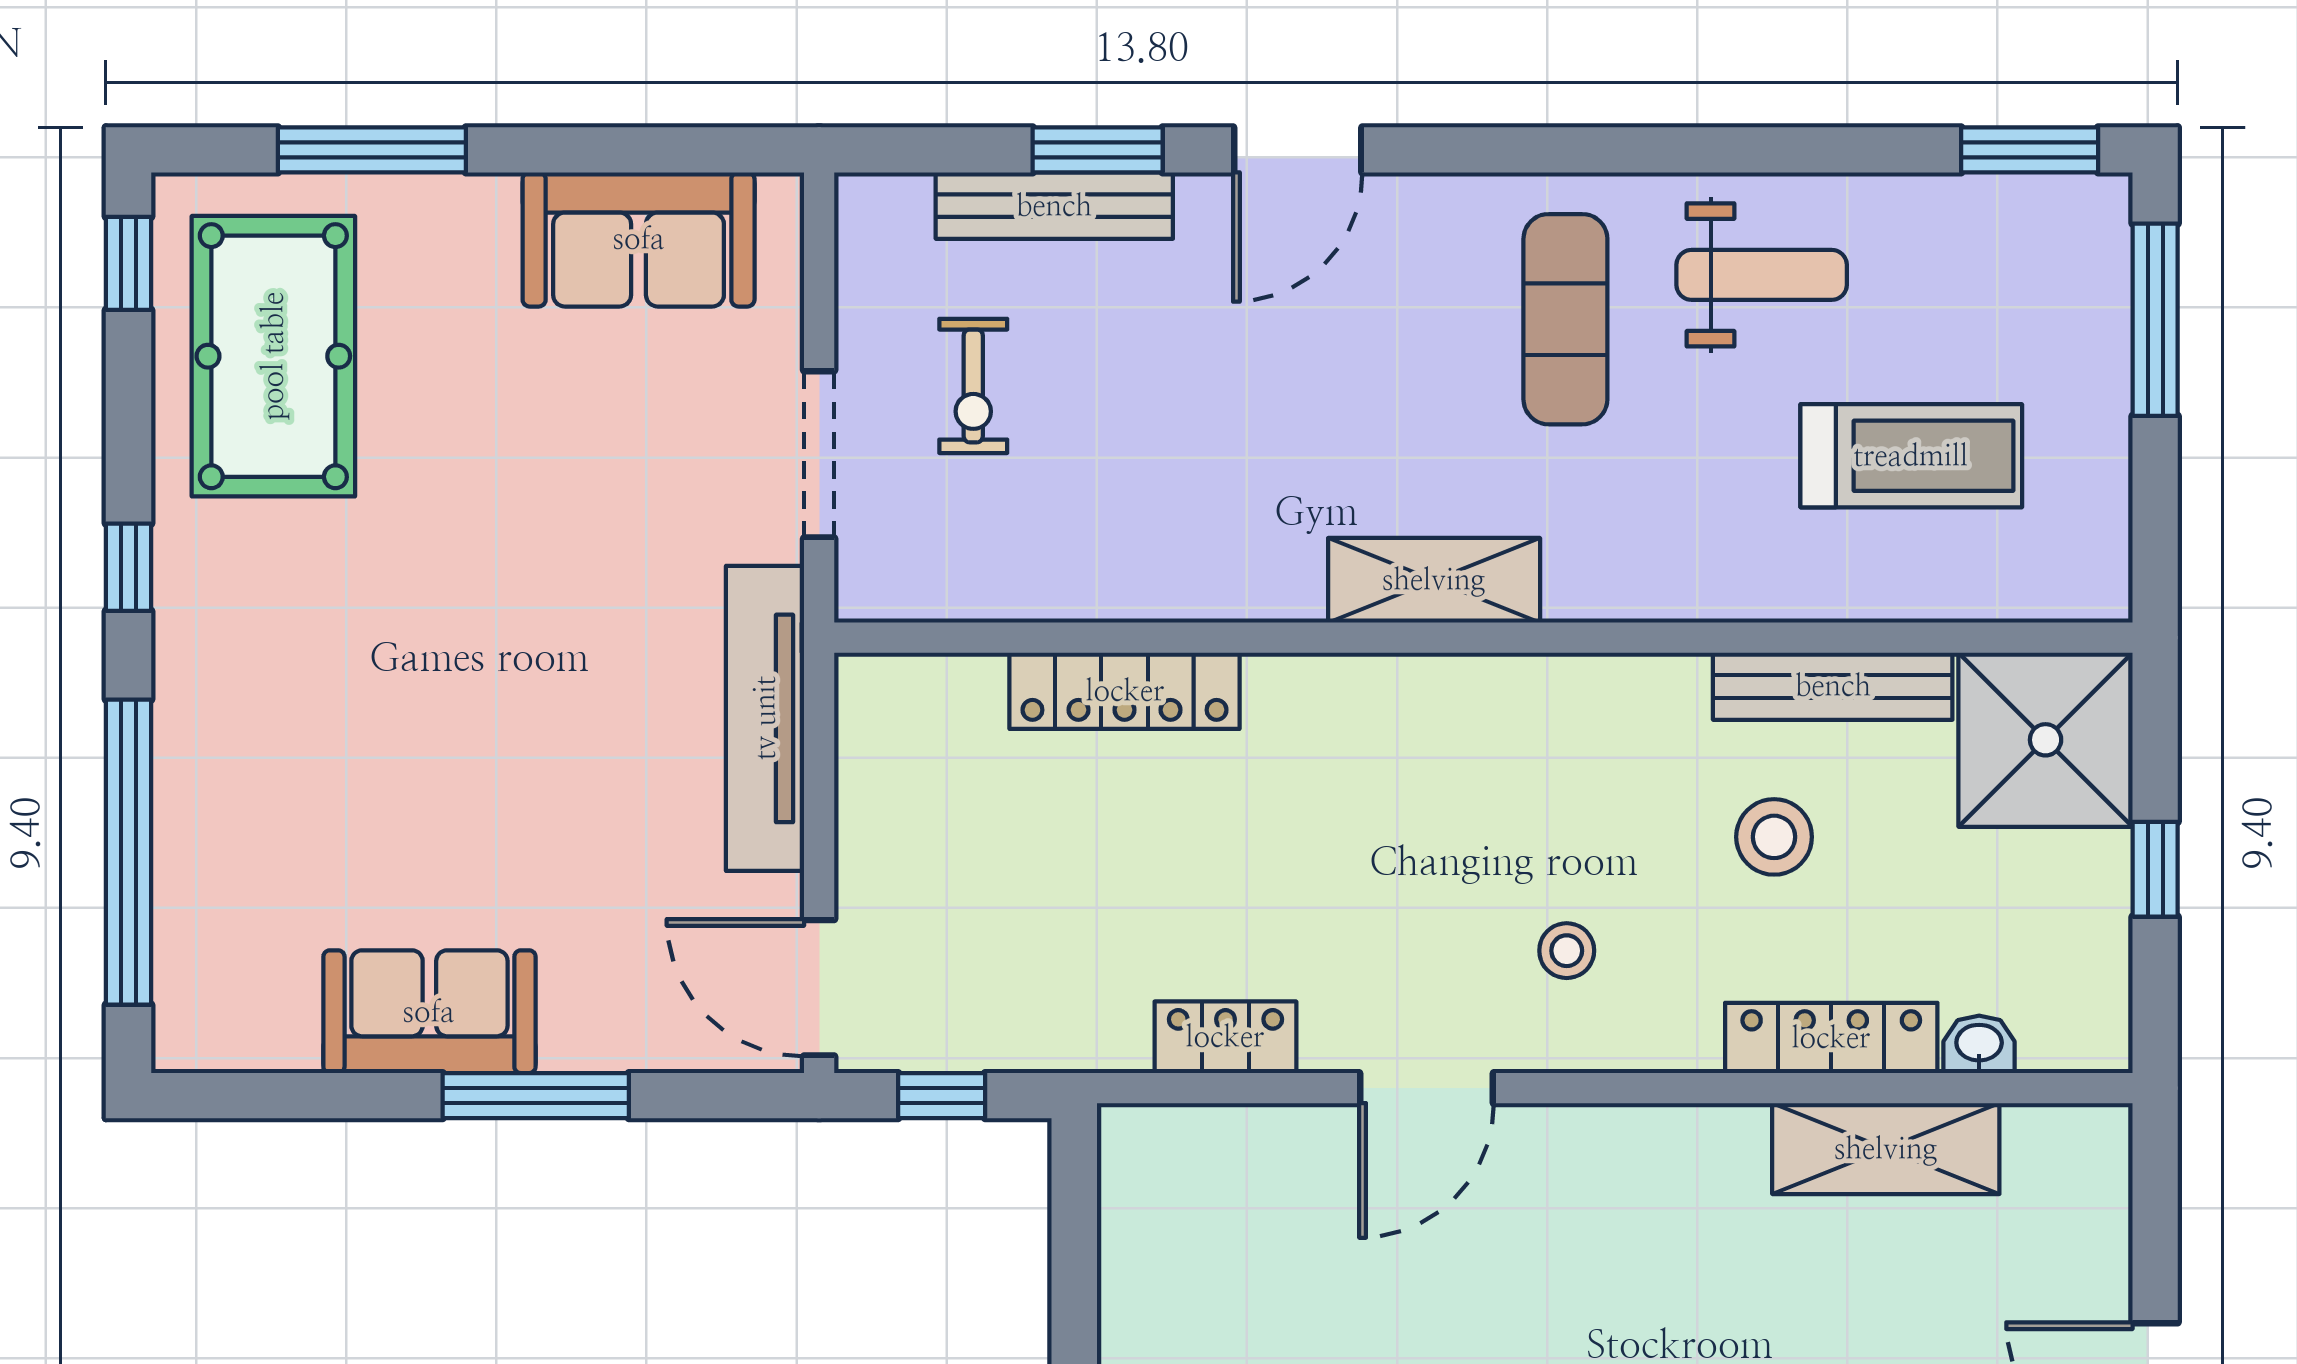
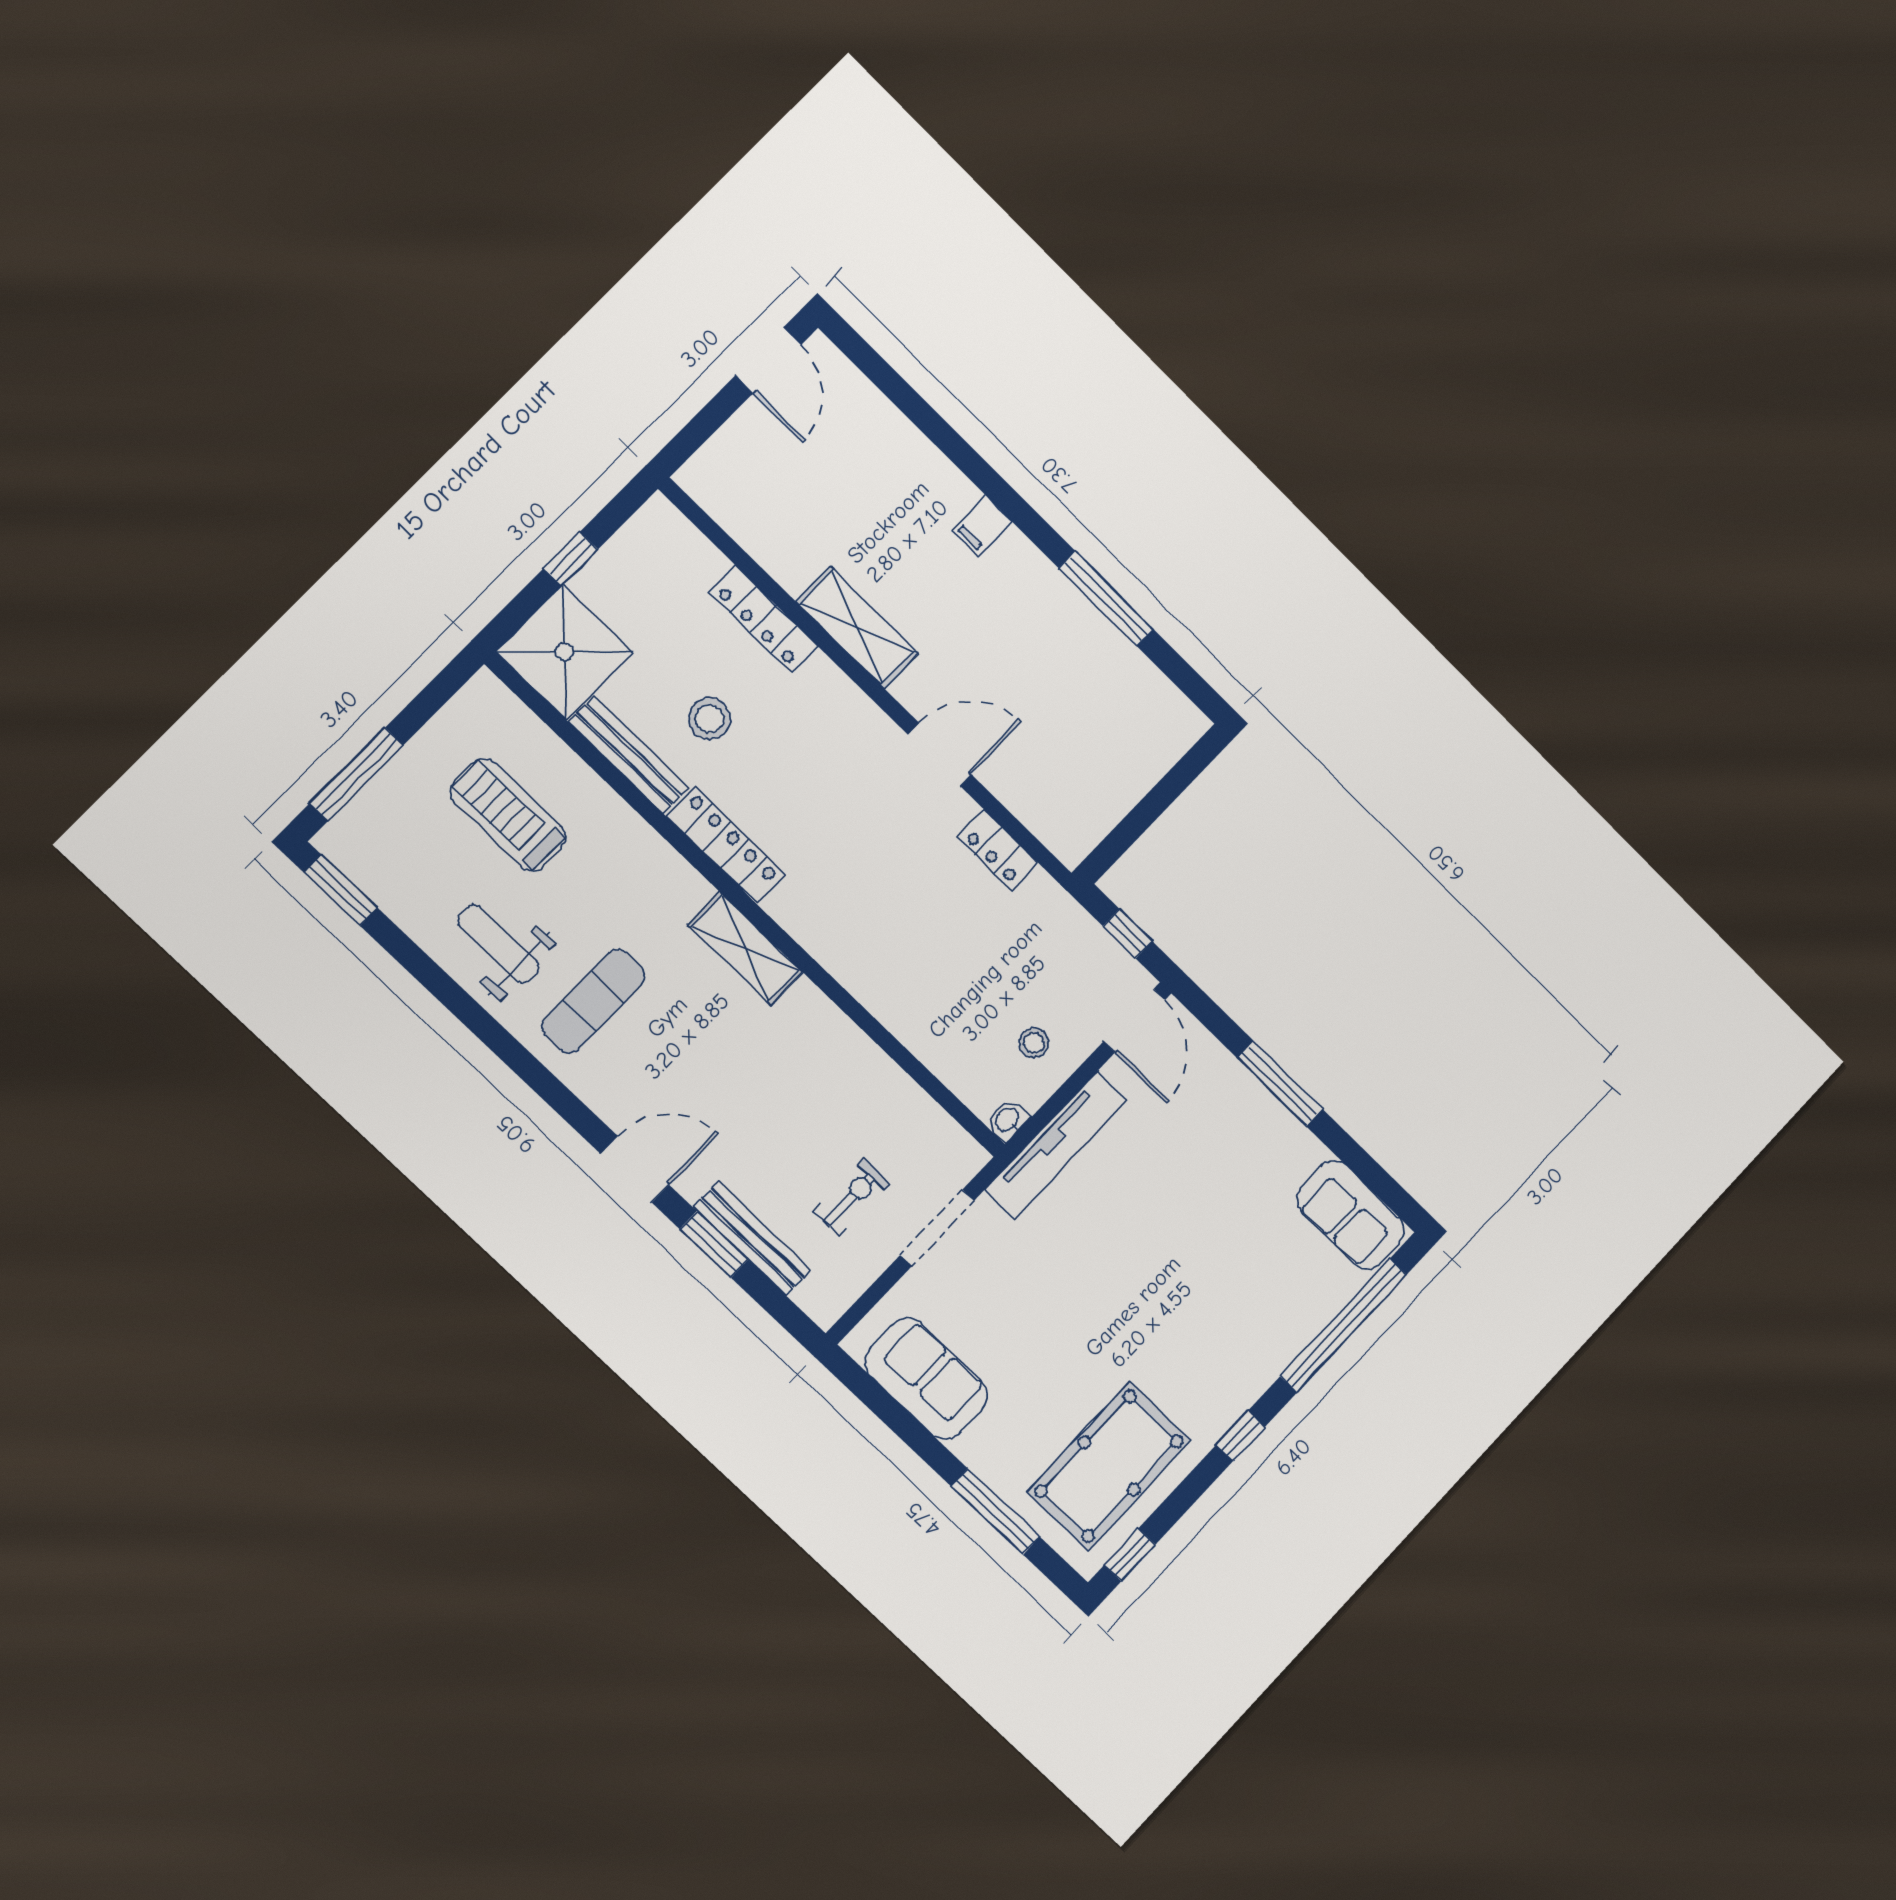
locker: (1125, 691) -> (725, 845), moved
stool: (1567, 951) -> (1034, 1043), moved
sofa: (429, 1012) -> (1351, 1215), moved
washbasin: (1979, 1044) -> (1008, 1120), moved, turned 90
shelving: (1886, 1149) -> (857, 628), moved

